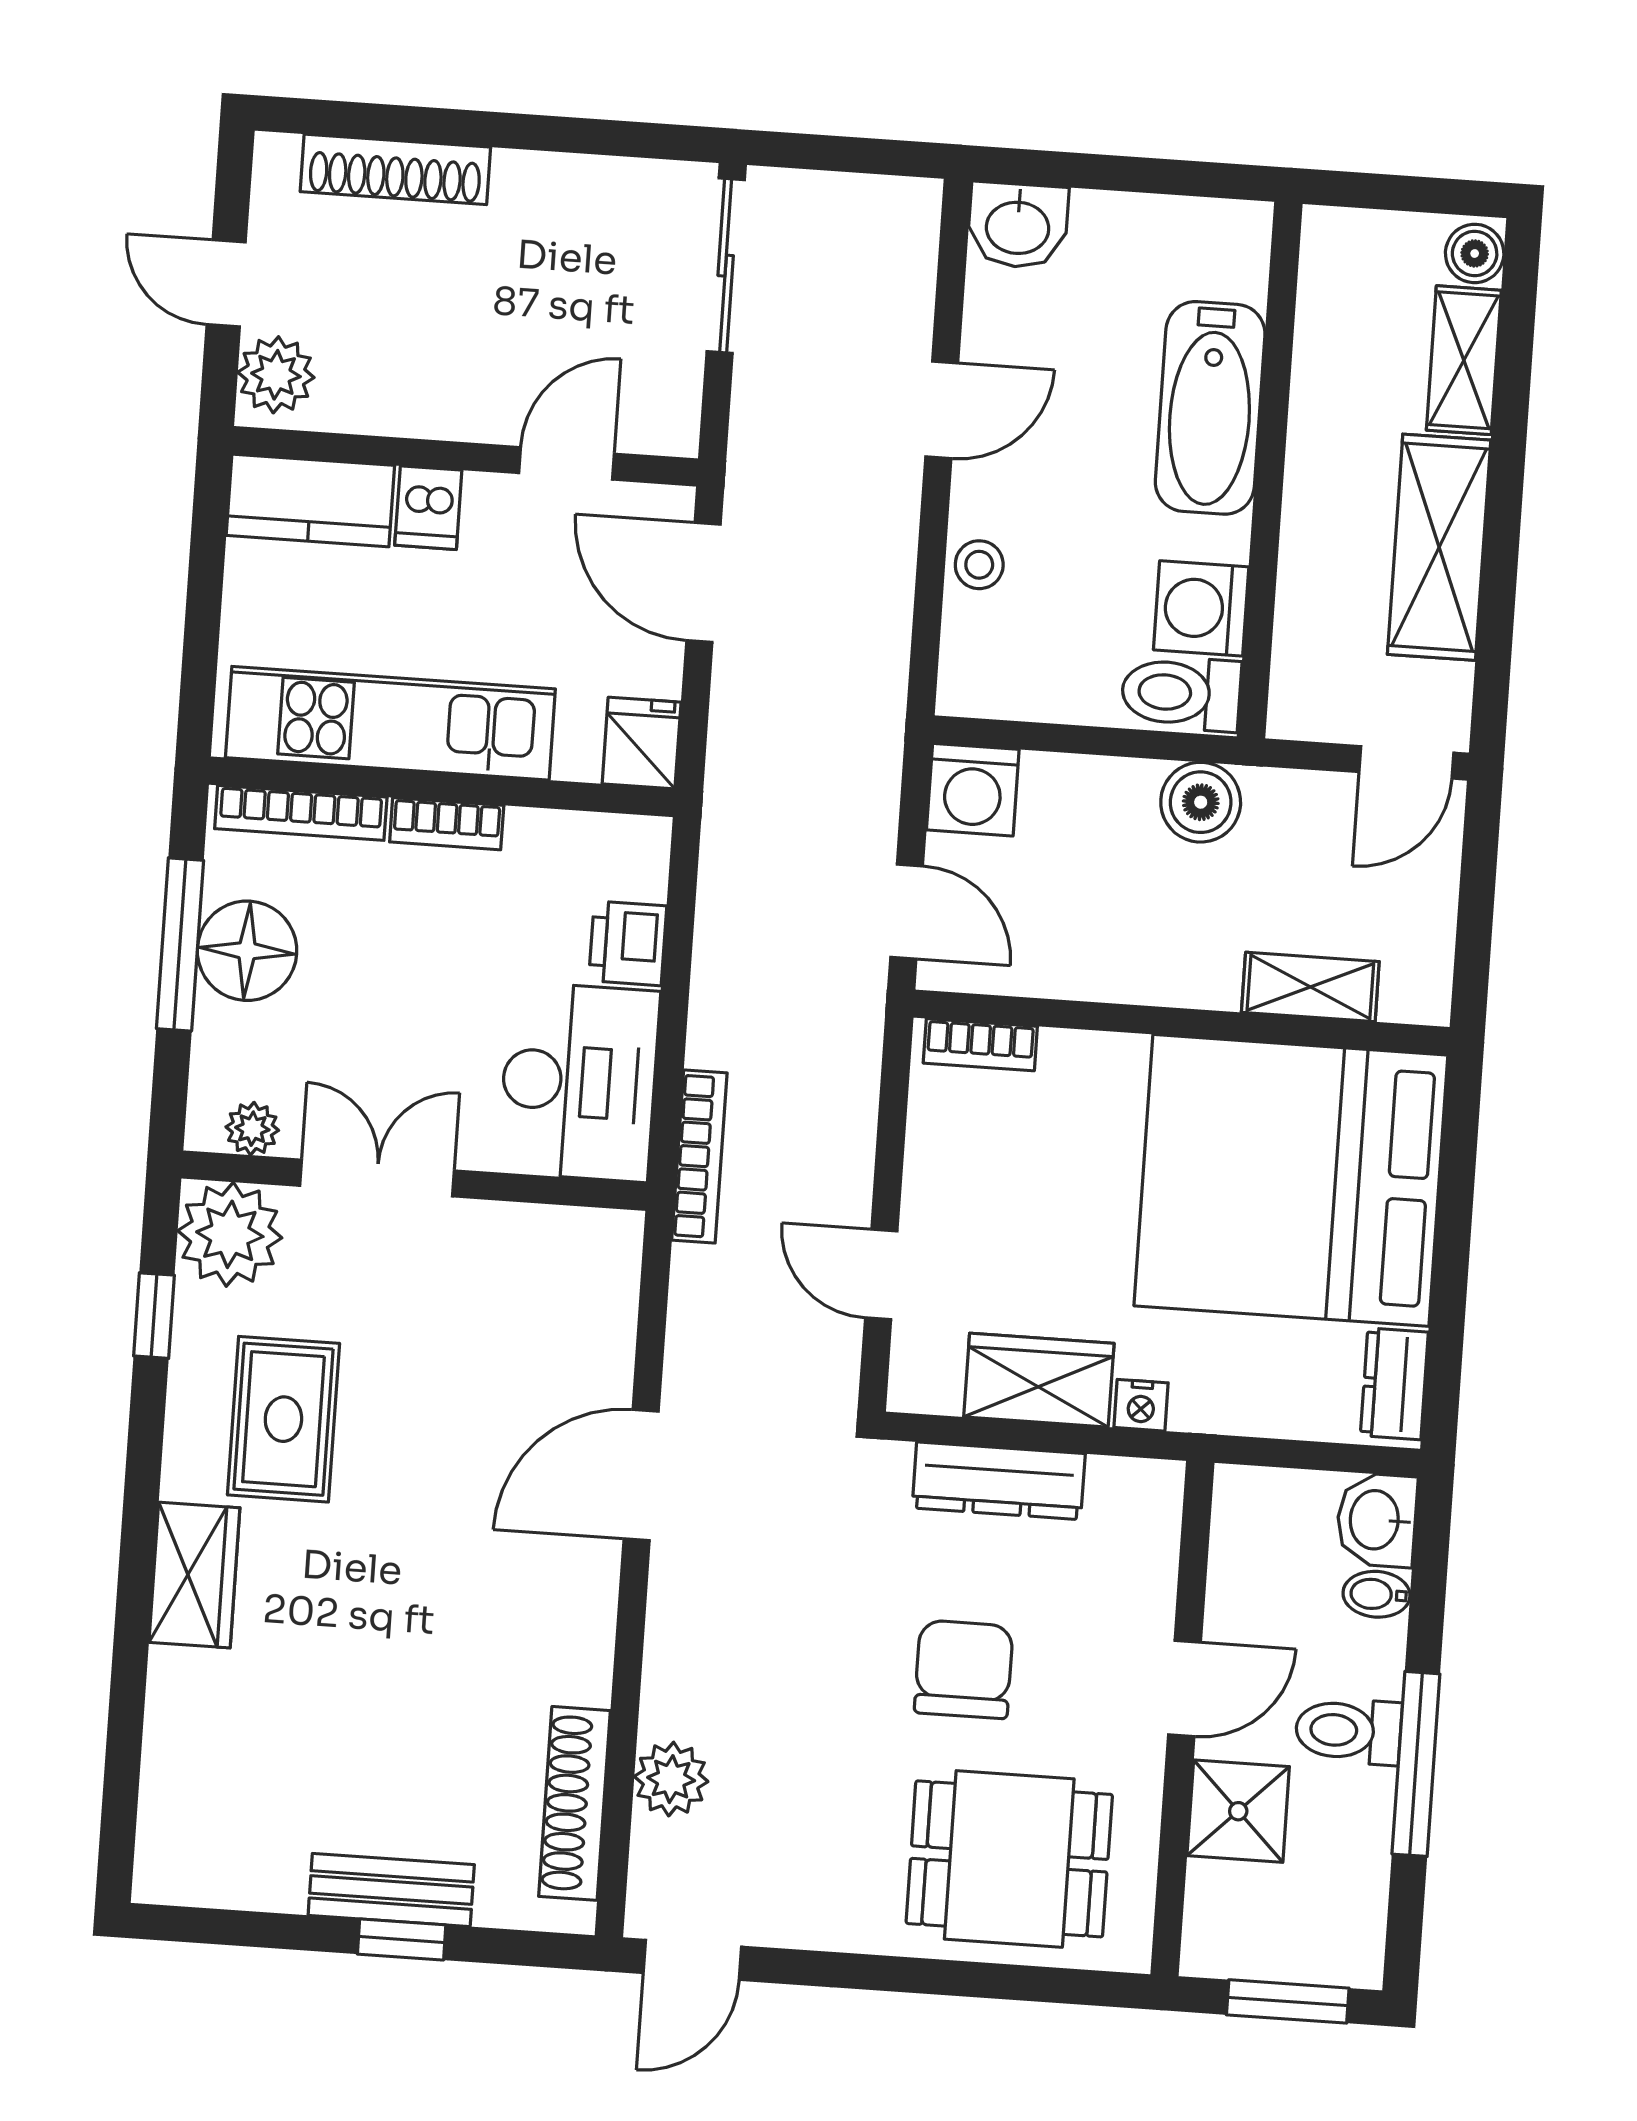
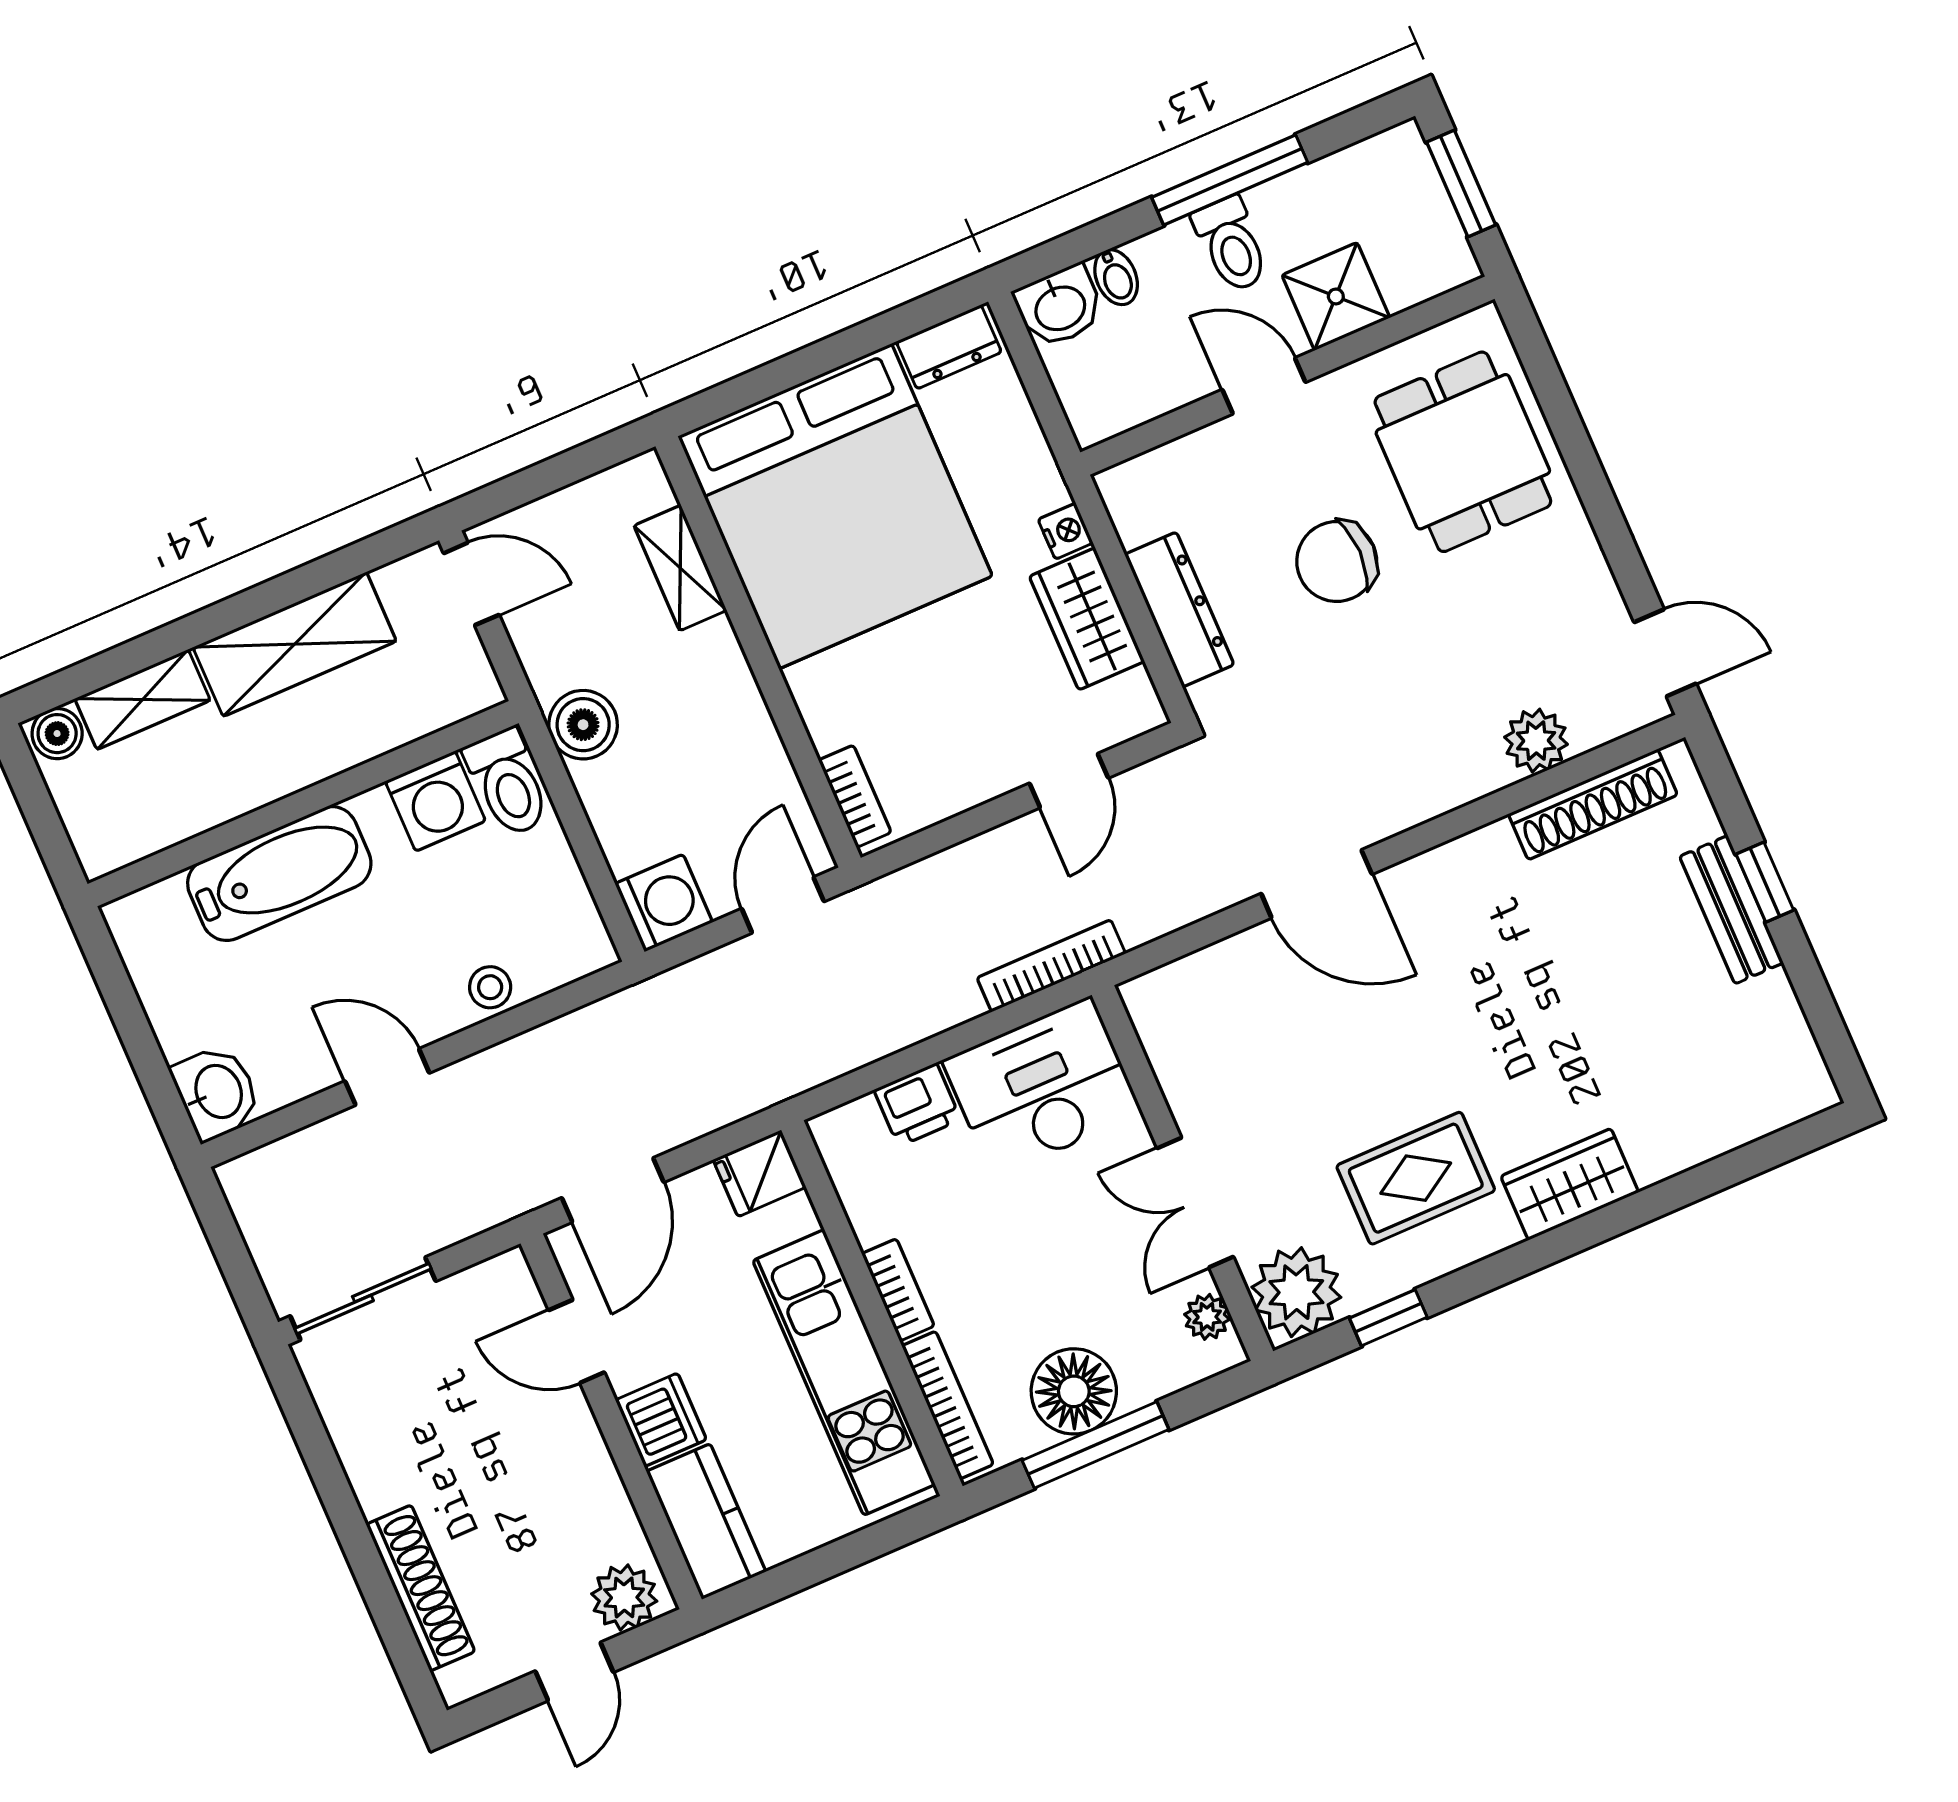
dishwasher: (428, 508) -> (661, 1420), width x1.38

